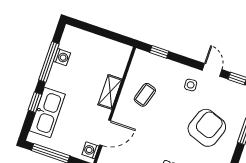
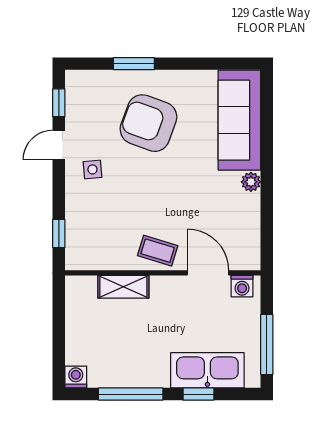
washing machine: (62, 57) -> (76, 377), moved
shelving: (110, 92) -> (123, 287), moved
coffee table: (145, 95) -> (158, 251), moved

